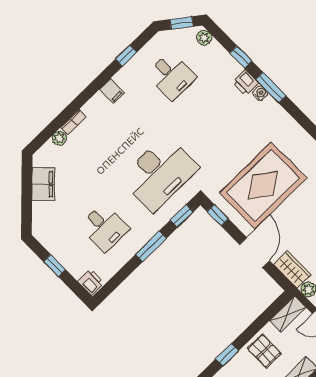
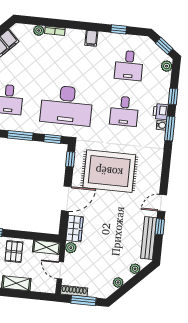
desk: (214, 119) -> (124, 111), added

